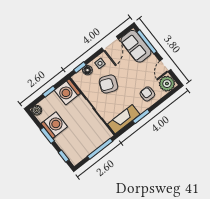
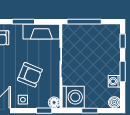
floor lamp: (87, 70) -> (54, 102), moved
washing machine: (54, 125) -> (114, 81), width x0.53, depth x0.53

